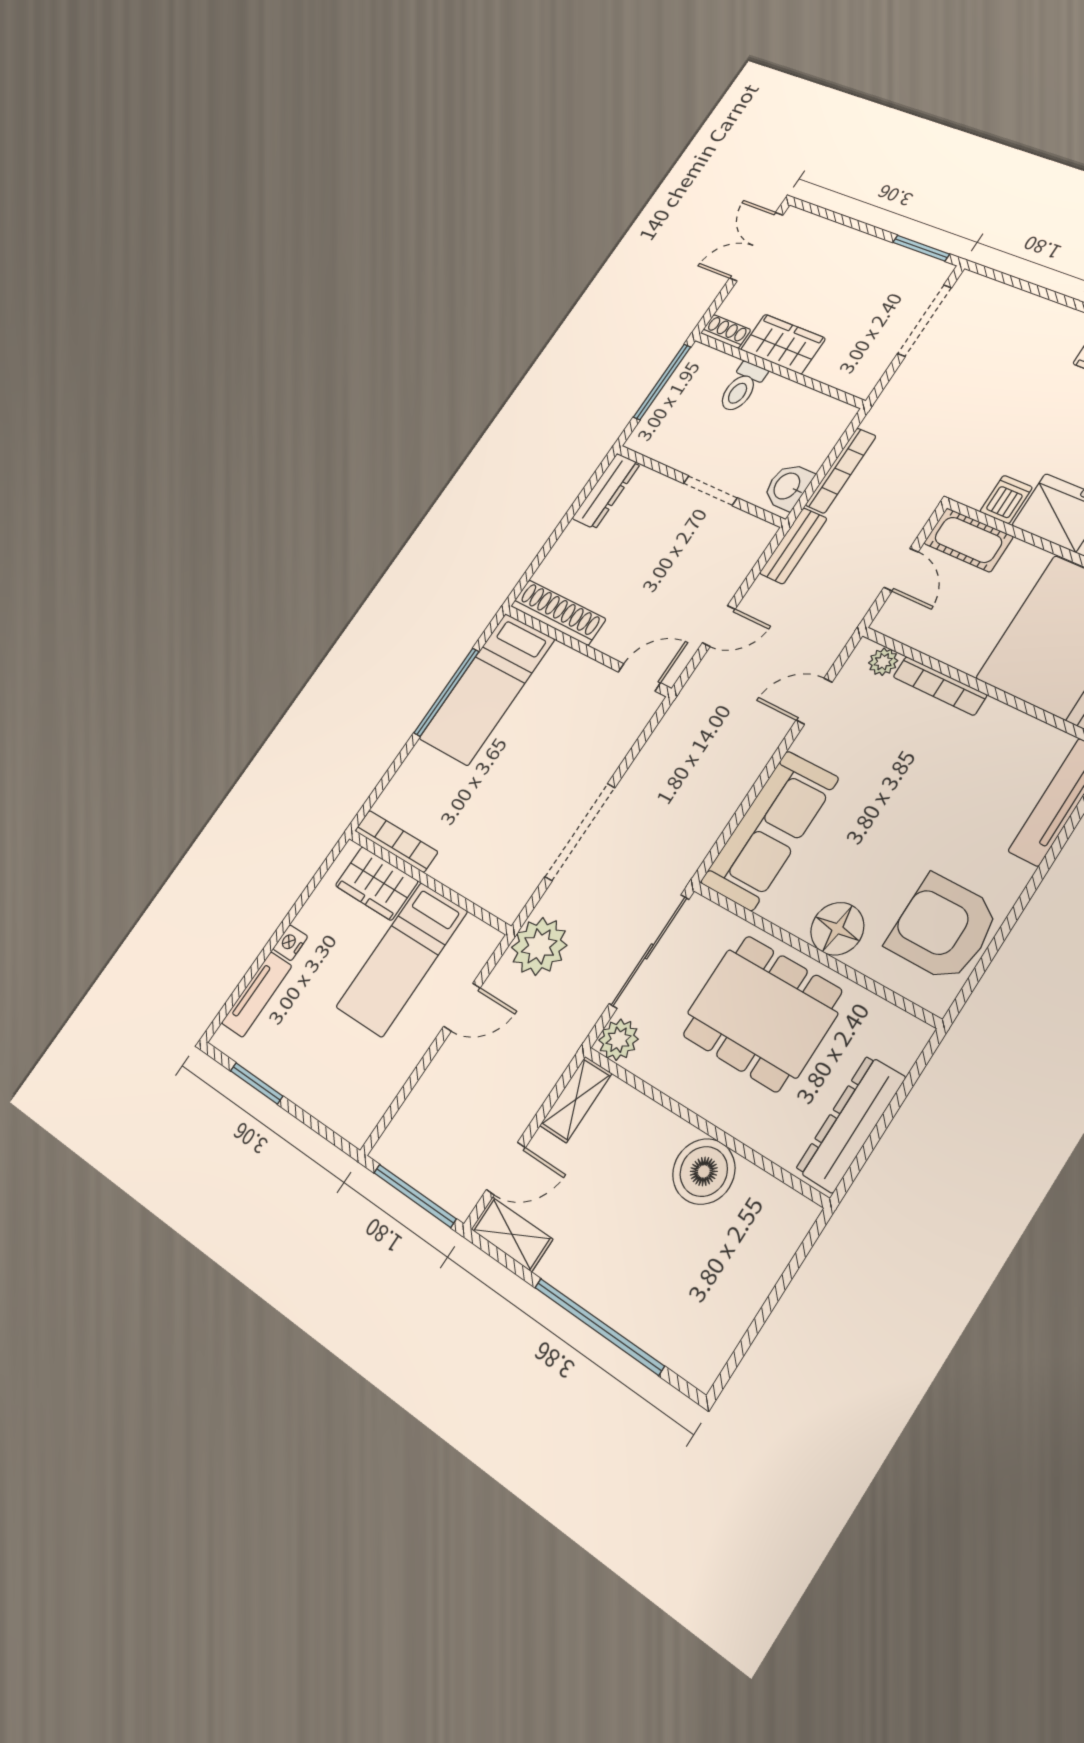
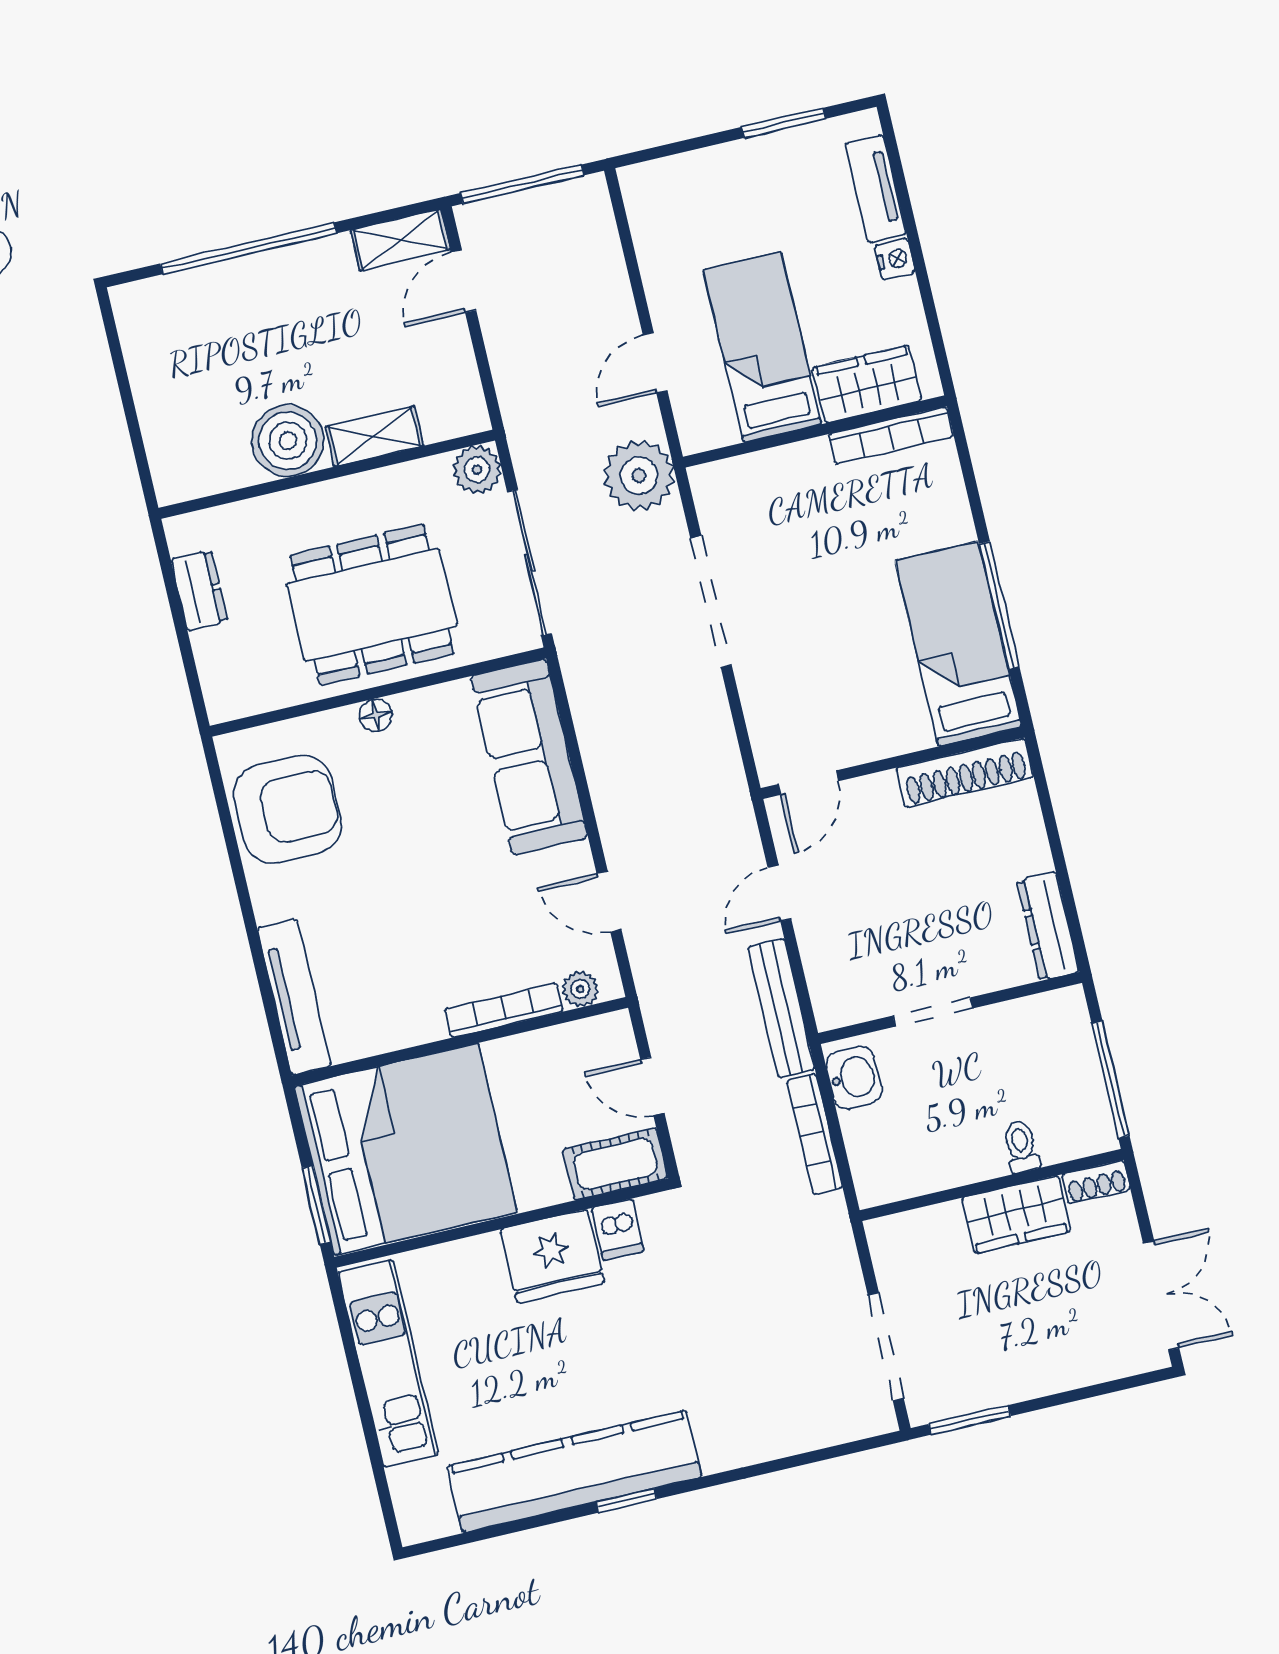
toilet: (742, 387) -> (1021, 1147), width x0.73, depth x0.72
bench: (793, 546) -> (781, 1008), width x1.36
door: (814, 701) -> (609, 902), swing flipped
floor lamp: (837, 929) -> (376, 715), width x0.53, depth x0.53
shelving: (576, 1099) -> (374, 436), moved, turned 90
dresser: (851, 1124) -> (199, 591), width x0.51, depth x0.80

